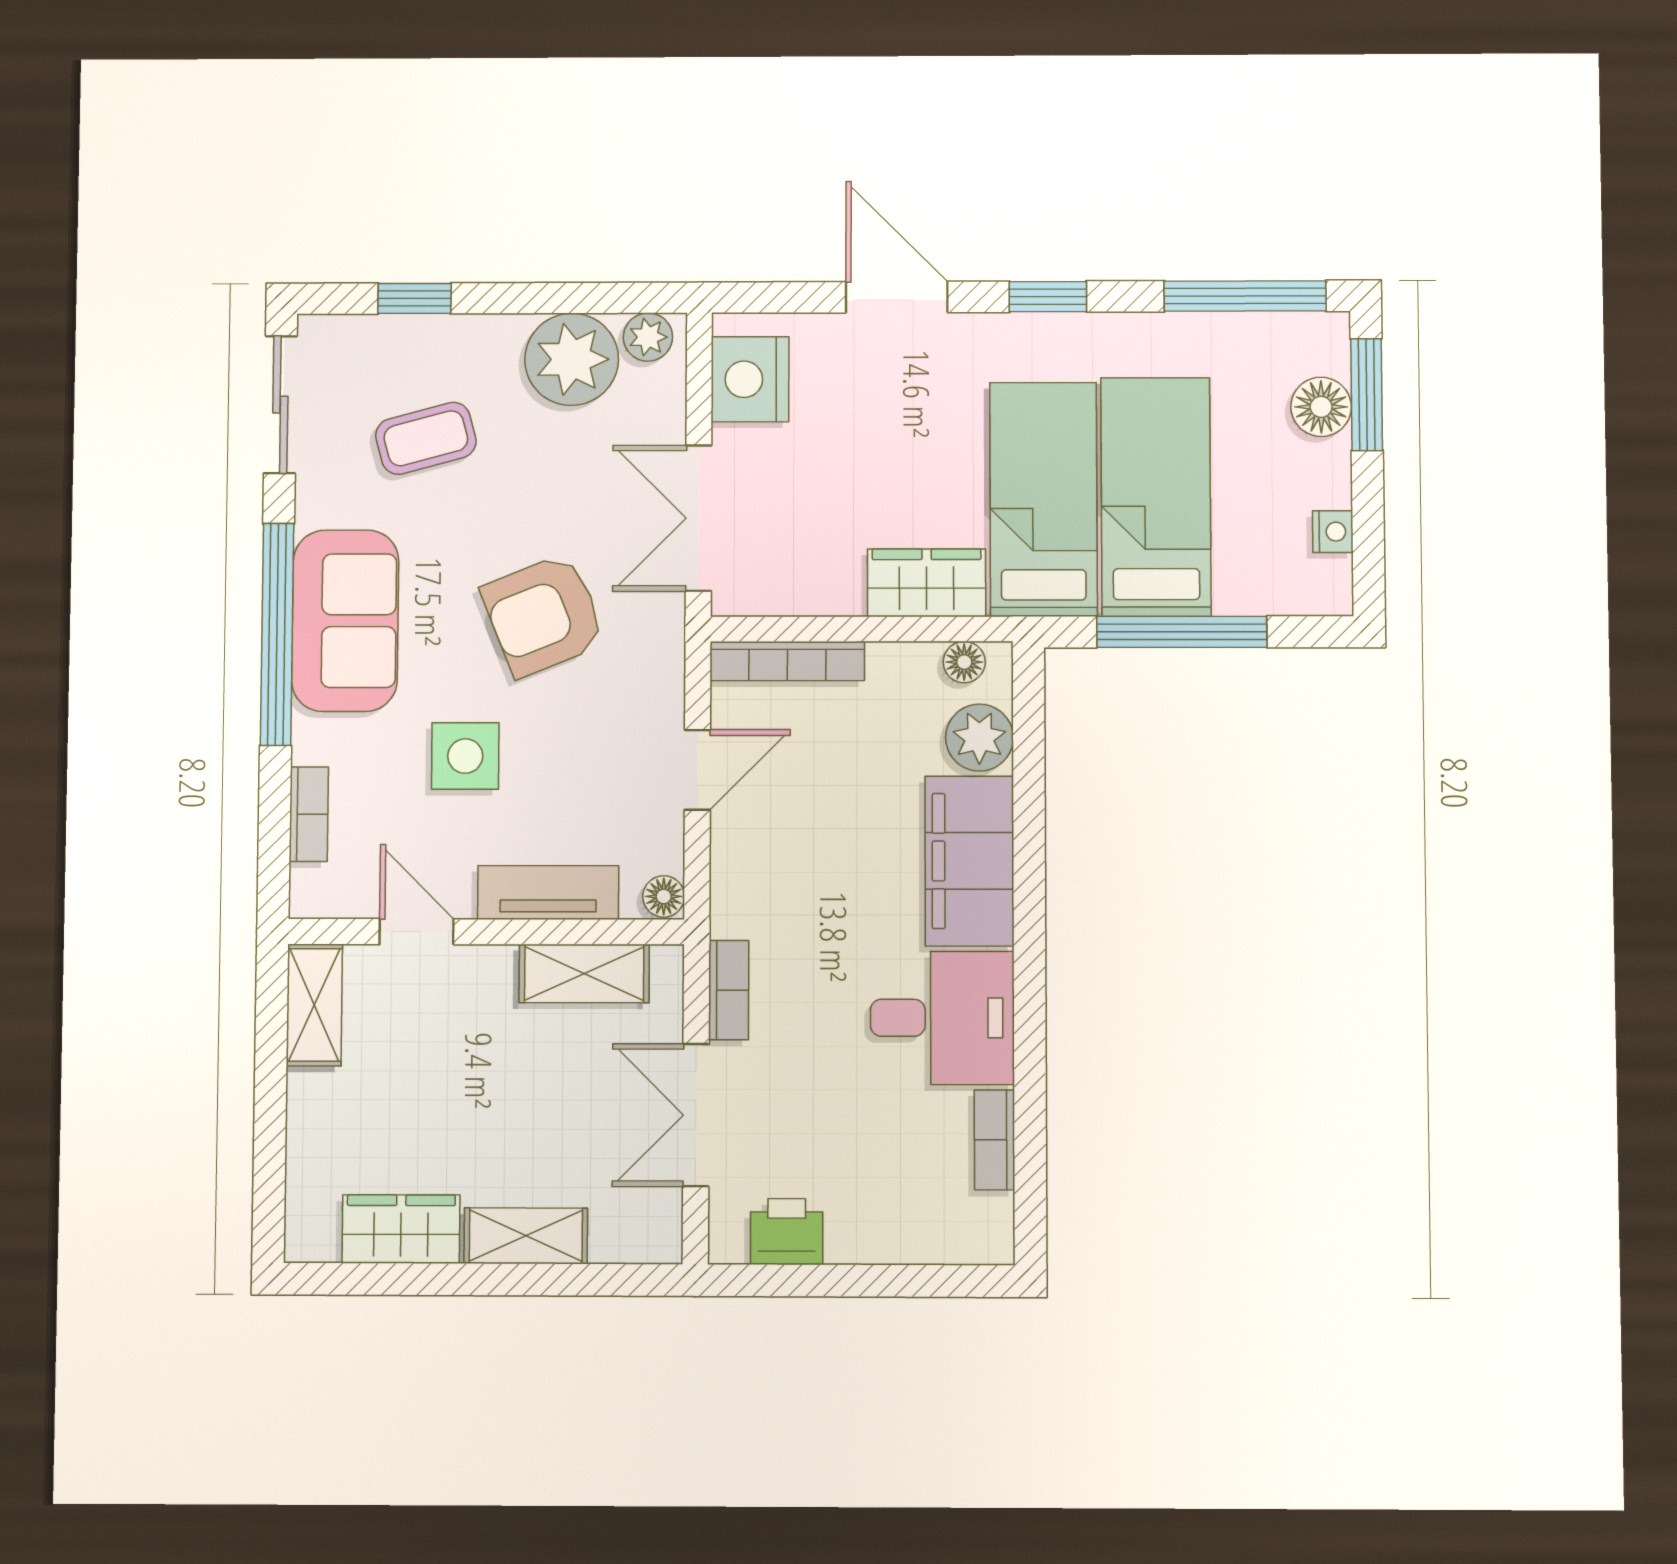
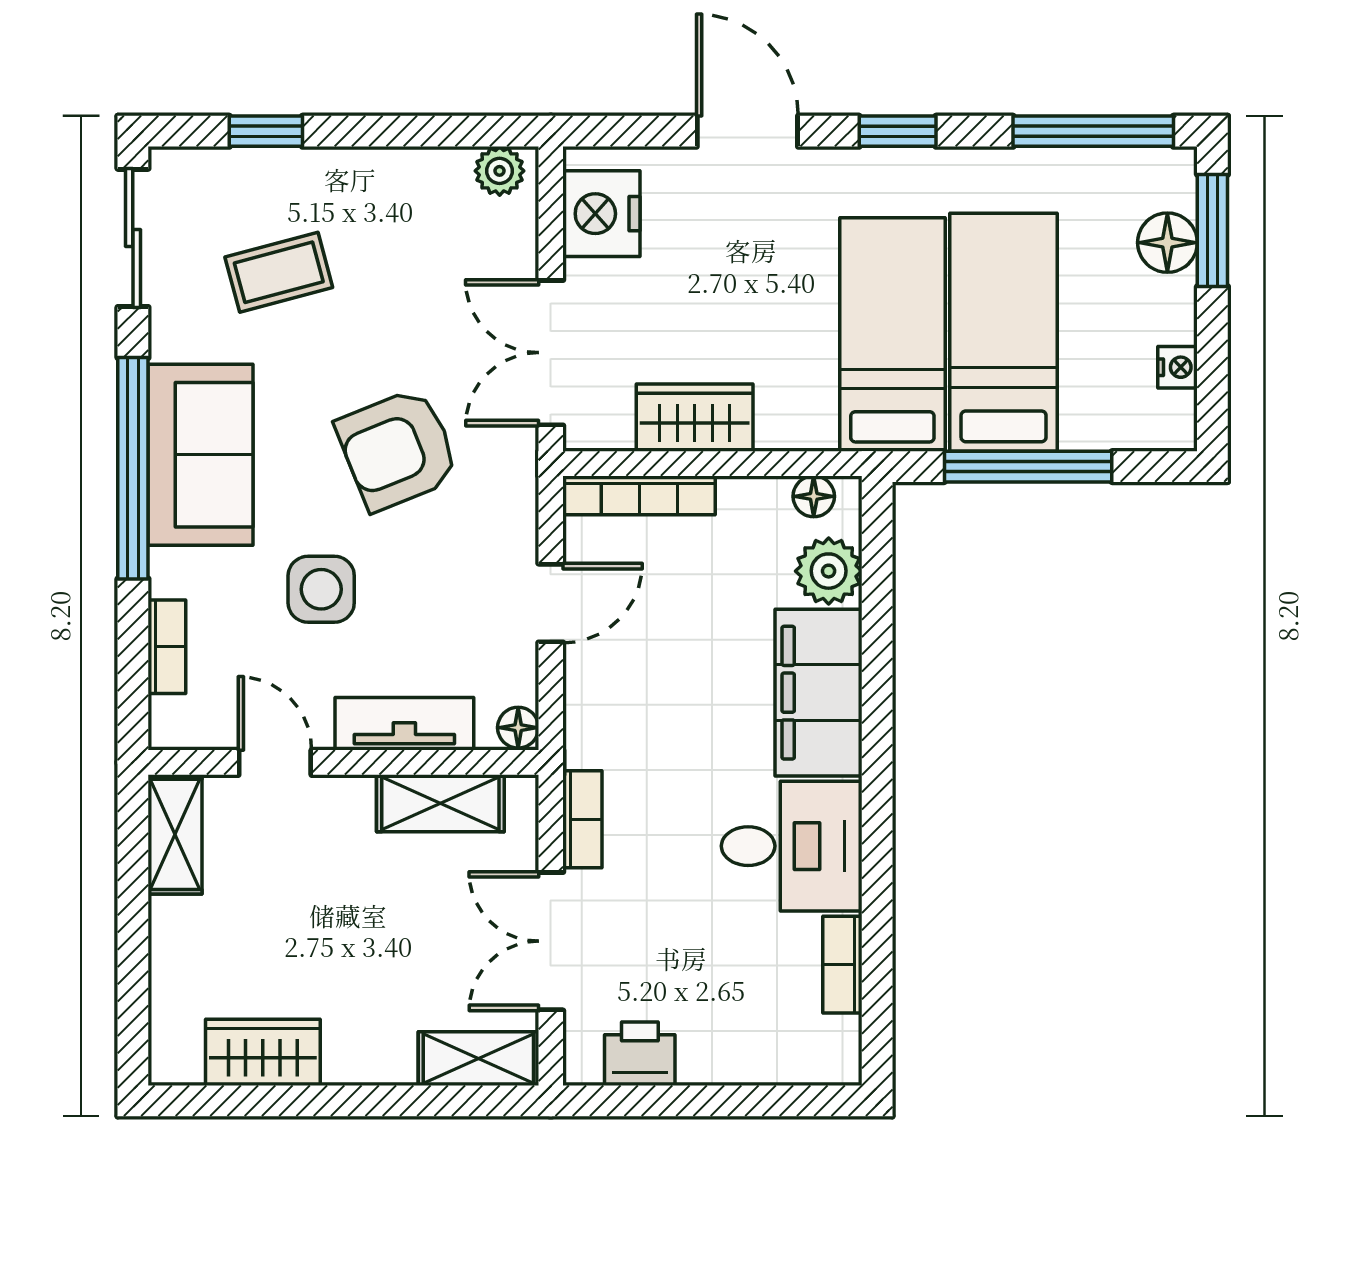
plant: (572, 359) -> (424, 193), removed
wardrobe: (927, 583) -> (695, 418), moved
shelving: (526, 1236) -> (478, 1059), moved

